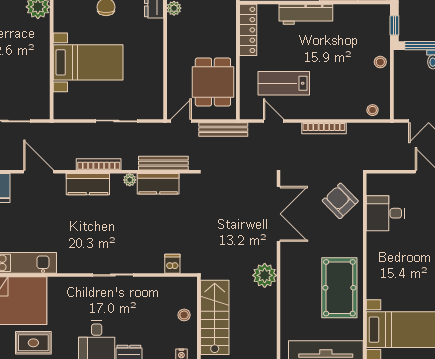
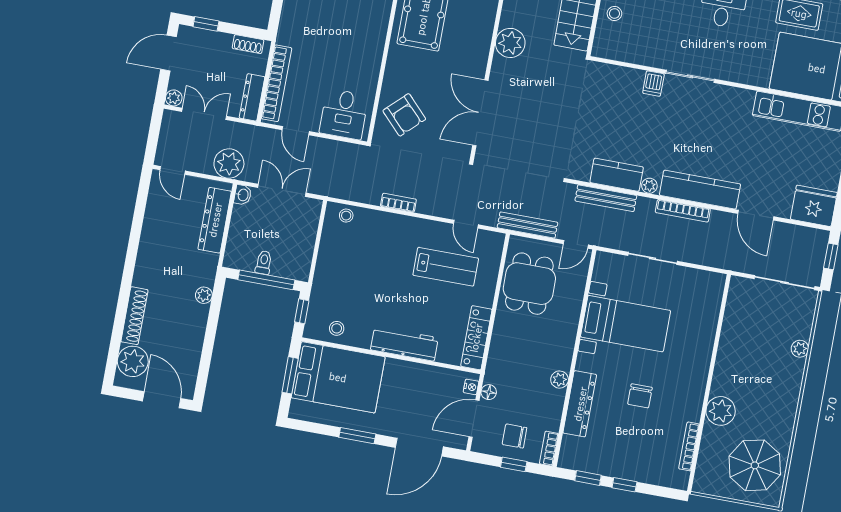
bed with nightstands: (88, 62) -> (626, 324), moved, turned 180
stool: (380, 62) -> (337, 328), moved
bookcase: (324, 128) -> (398, 203), width x0.64
kitchen counter: (88, 184) -> (700, 190), width x1.50
desk: (386, 213) -> (344, 114), moved, turned 90
dishwasher: (172, 264) -> (653, 84), moved

